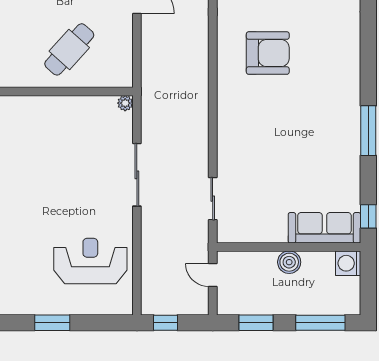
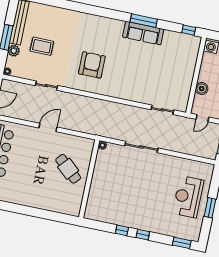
sofa: (324, 228) -> (143, 33), moved, turned -90
reception desk: (90, 261) -> (188, 197), moved
boiler: (289, 262) -> (202, 88), moved

